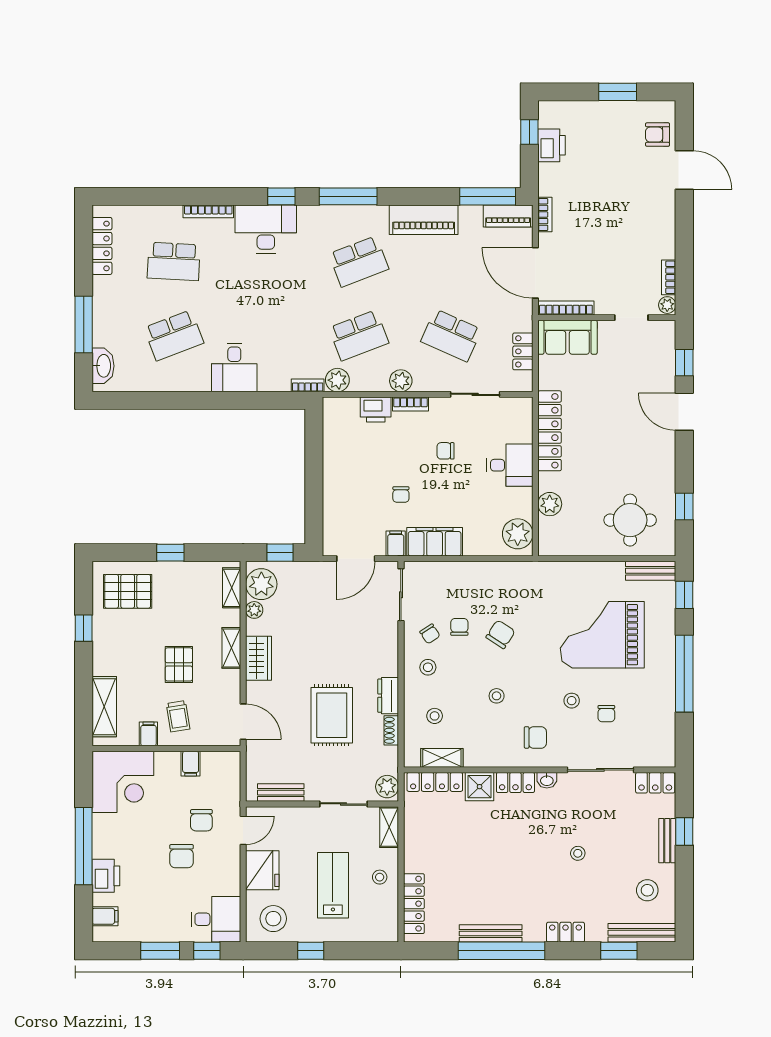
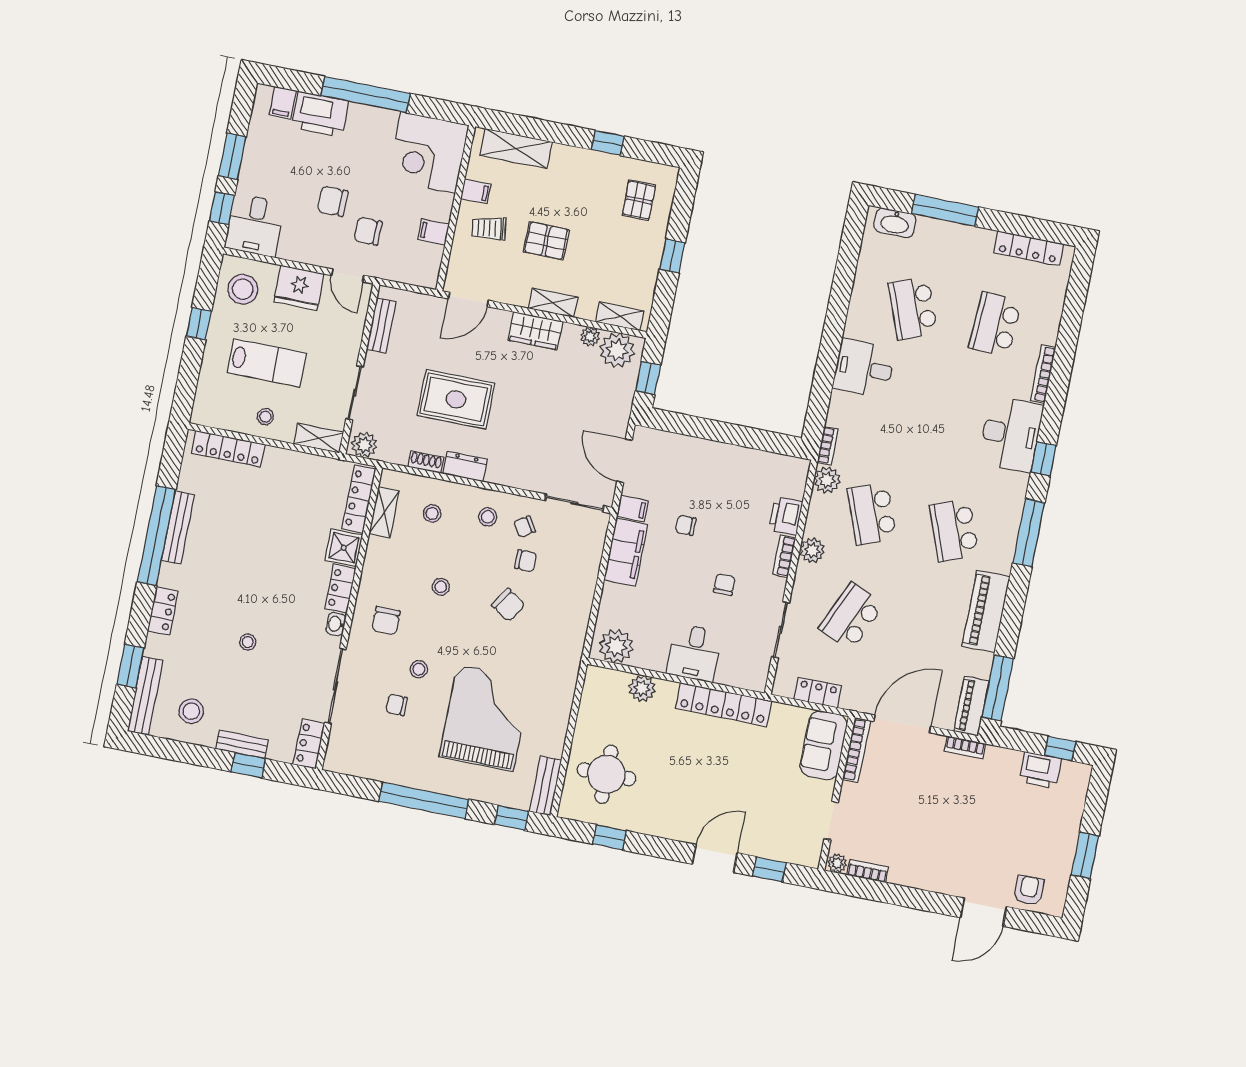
pallet: (128, 591) -> (639, 200), width x0.67, depth x0.71
printer: (106, 876) -> (320, 114), width x1.37, depth x1.19

